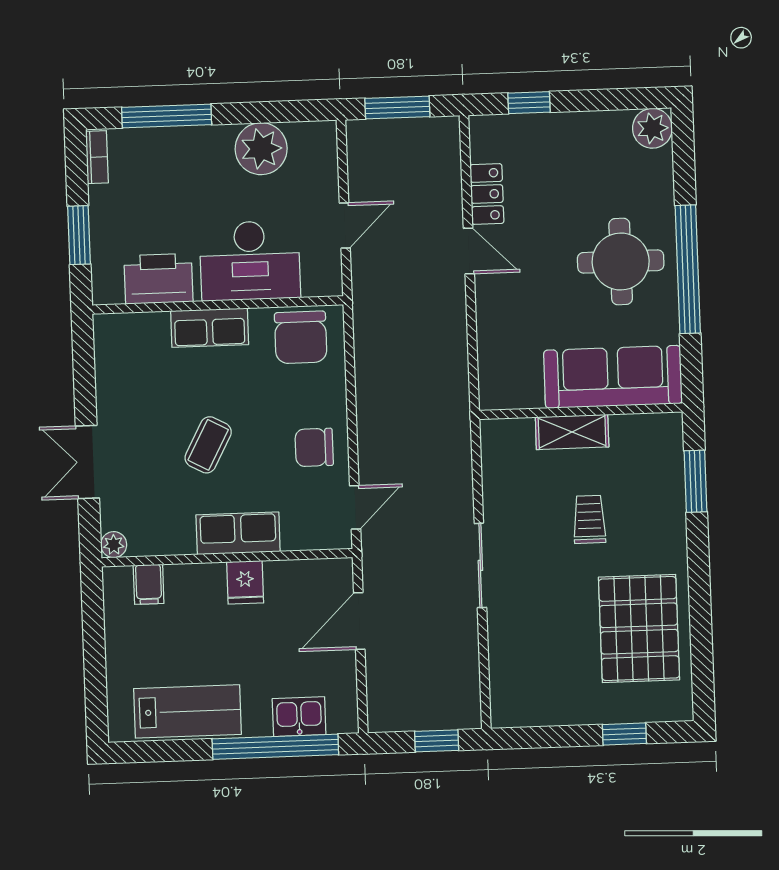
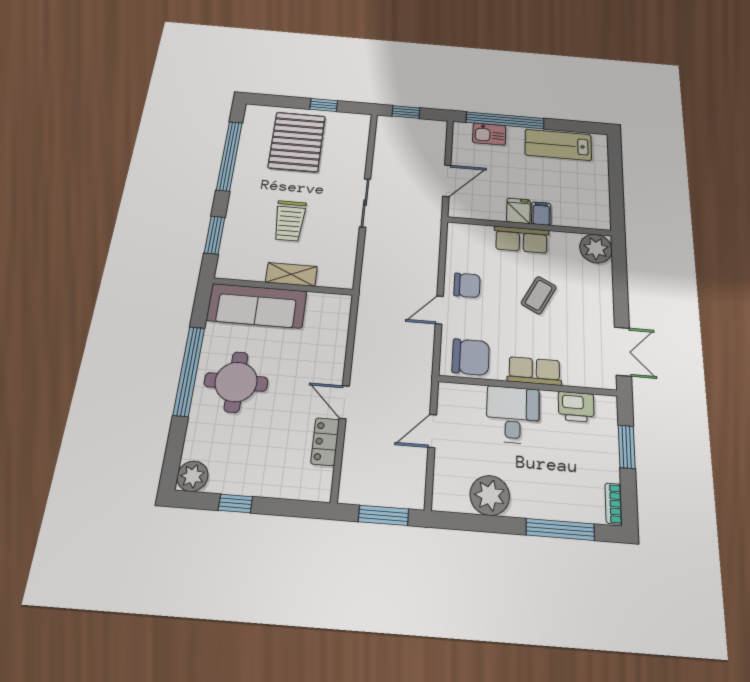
window: (529, 103) -> (235, 503), moved
desk: (250, 261) -> (513, 415), width x0.73
printer: (158, 279) -> (576, 407), width x0.73, depth x0.84
chair: (301, 337) -> (471, 357), turned 90
double door: (87, 462) -> (623, 351), moved
door: (355, 507) -> (439, 310), moved
trolley: (589, 519) -> (290, 221), width x1.36, depth x1.39
plant: (114, 545) -> (596, 248), width x1.88, depth x1.88
filing cabinet: (149, 584) -> (541, 214), moved
window: (701, 620) -> (229, 156), added
pallet: (639, 629) -> (297, 142), moved
window: (624, 734) -> (324, 105), moved

